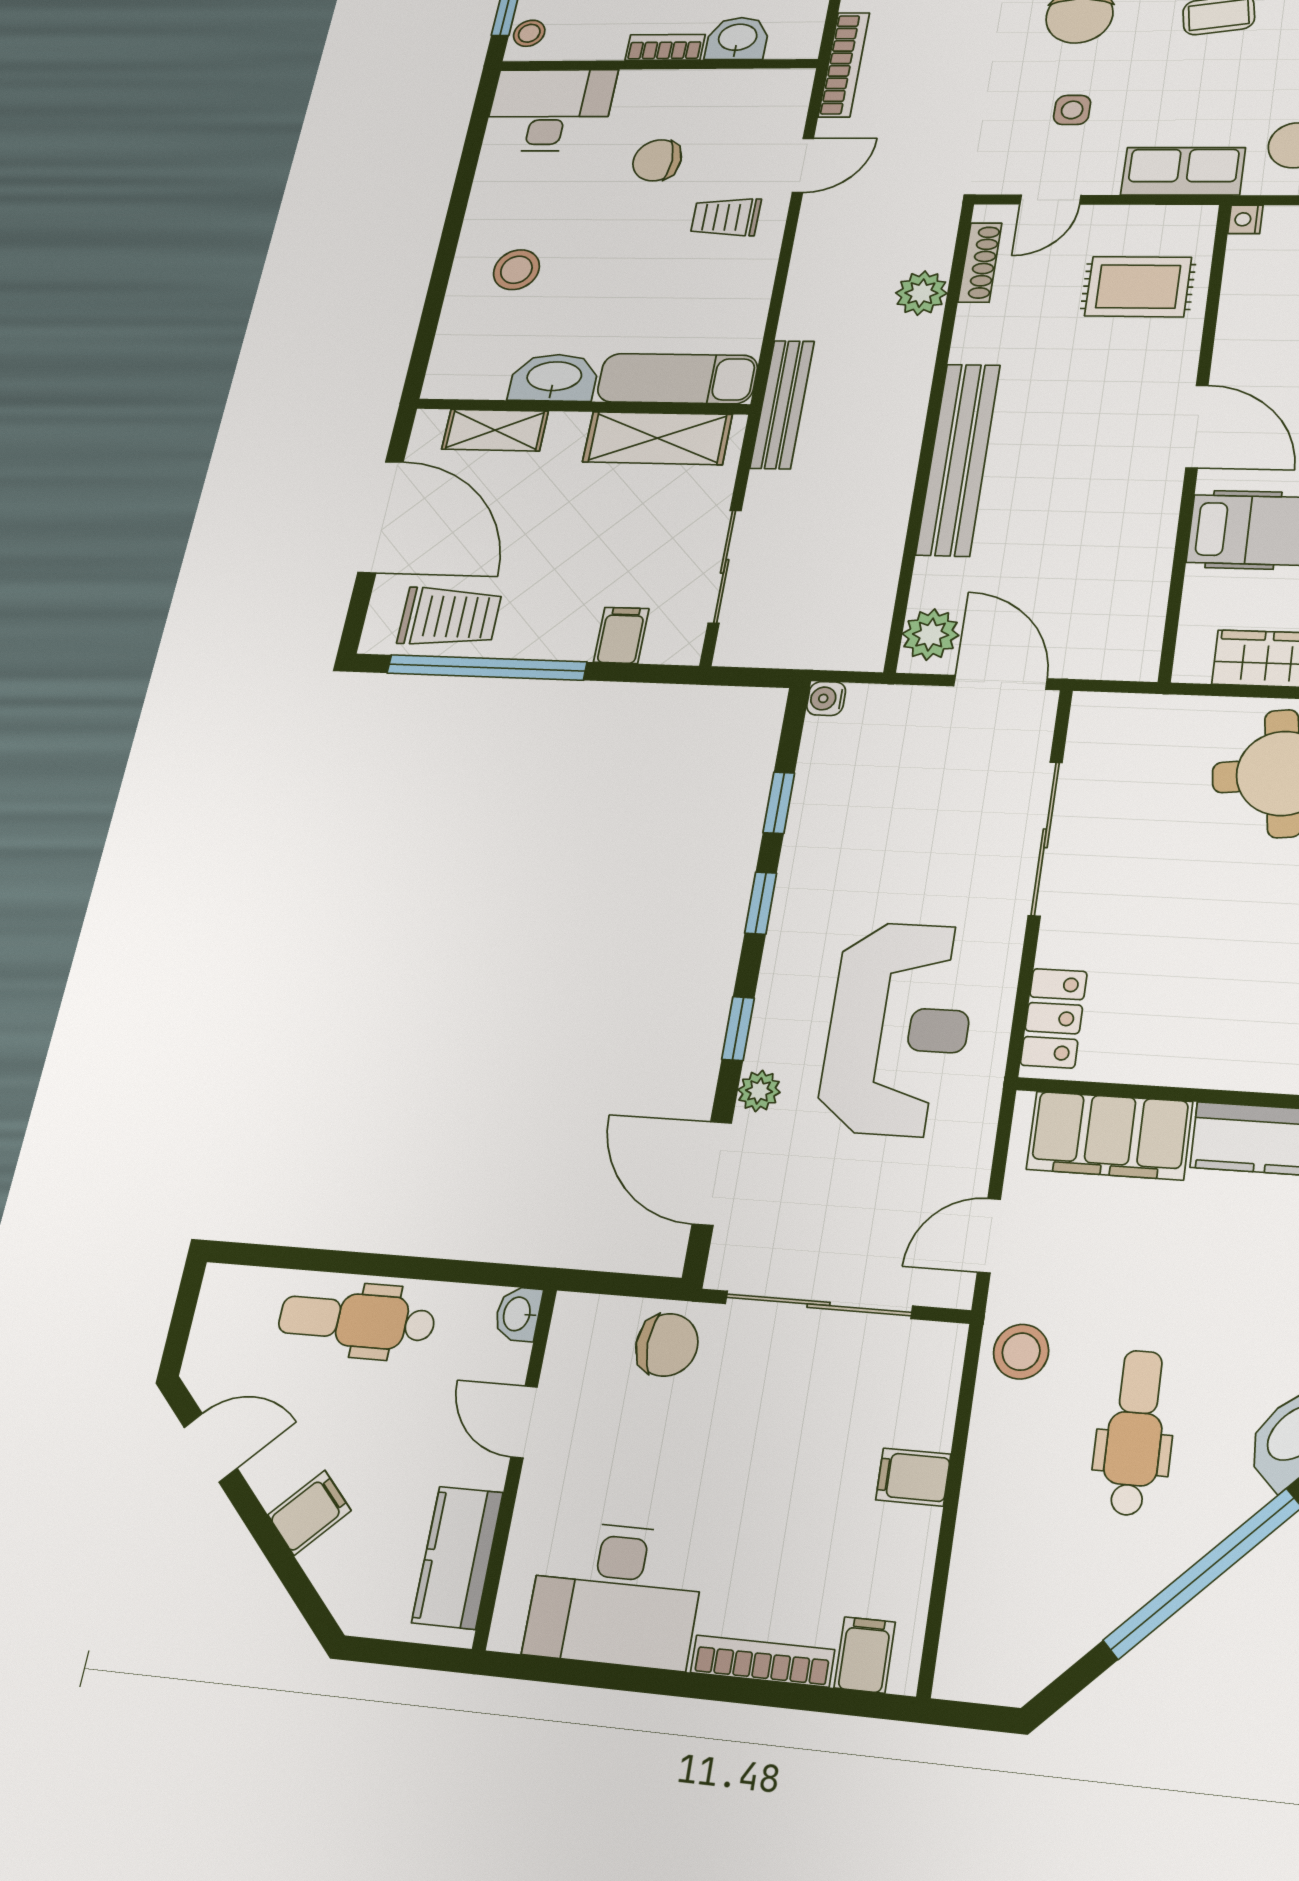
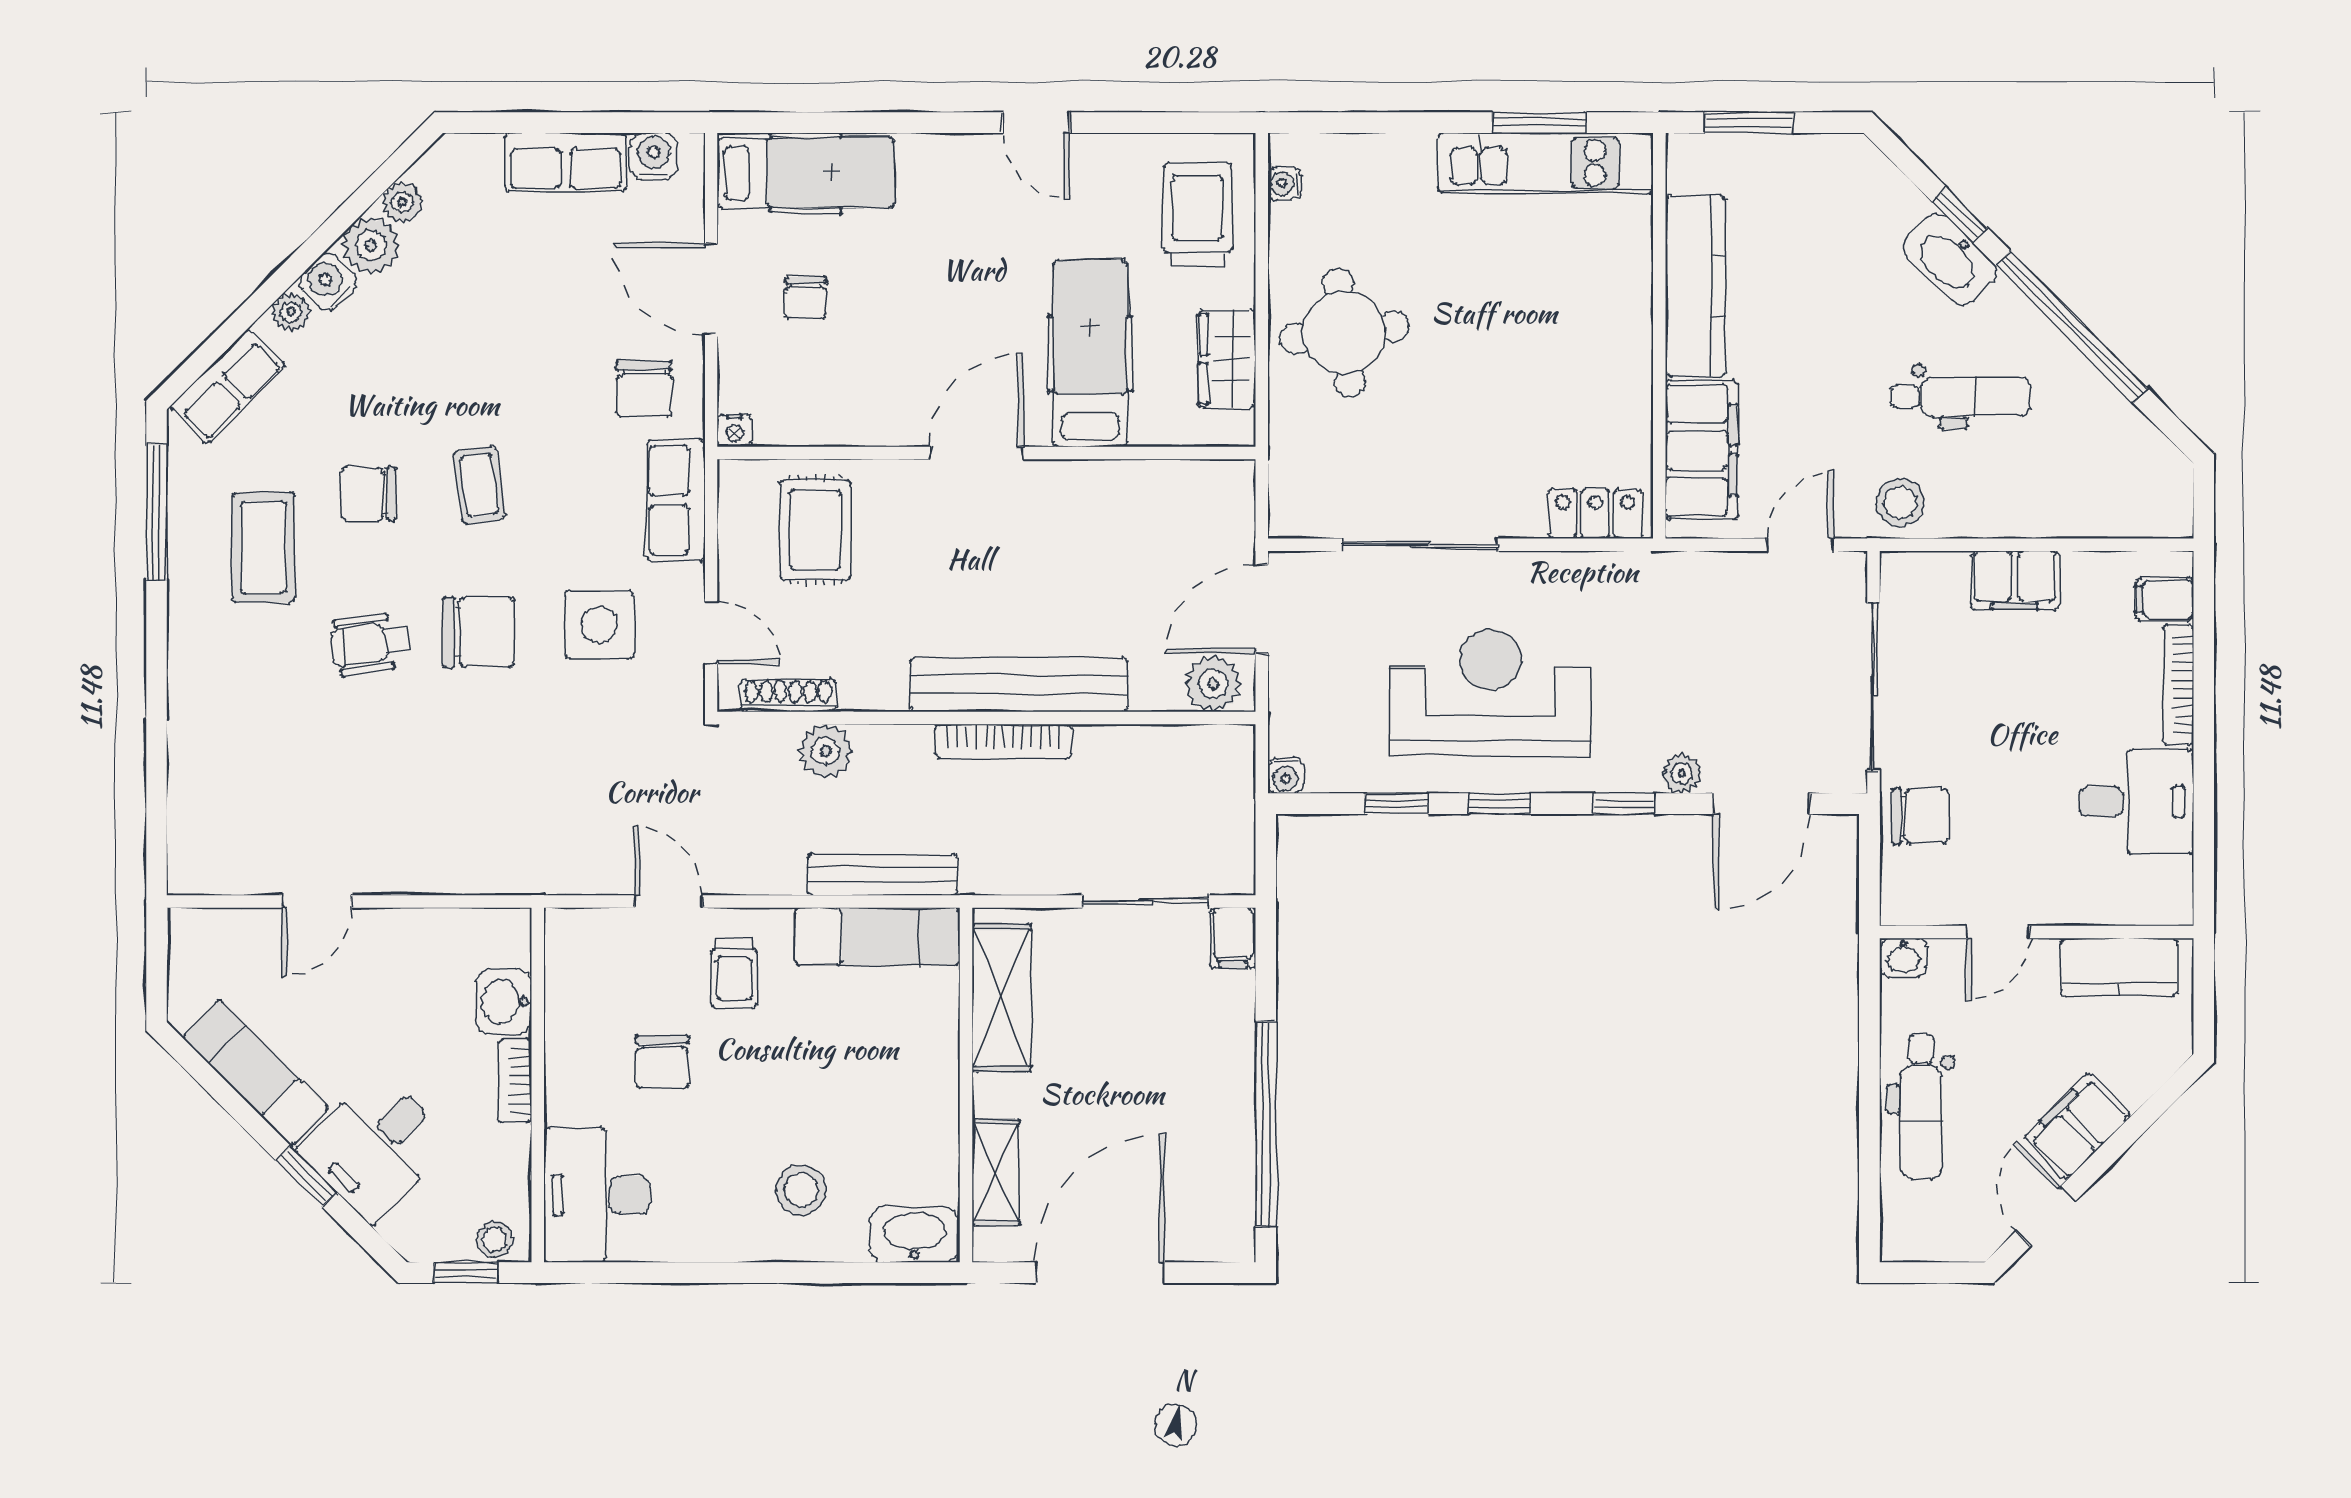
bookcase: (844, 65) -> (1003, 741), moved, turned 180
side table: (1072, 110) -> (599, 625), width x1.87, depth x1.87
washbasin: (554, 378) -> (914, 1235), moved, turned 90
exam couch: (677, 379) -> (878, 936), moved, turned -90
bench: (782, 404) -> (882, 874), moved
trolley: (450, 617) -> (1211, 1174), removed
filing cabinet: (621, 635) -> (1233, 938), moved, turned -90
reception desk: (899, 1028) -> (1490, 693), moved
door: (989, 1236) -> (1800, 545), swing flipped
chair: (667, 1345) -> (1920, 816), turned 90
dental chair: (1135, 1432) -> (1960, 397), turned 180
filing cabinet: (913, 1477) -> (2015, 580), width x2.00
filing cabinet: (309, 1513) -> (2078, 1126), width x2.00
desk: (615, 1594) -> (2136, 802), width x0.73

